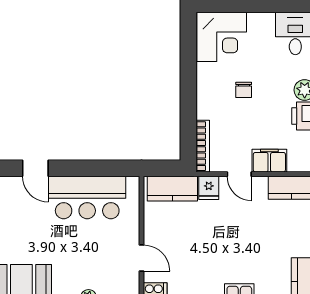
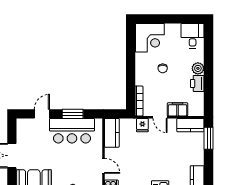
door: (35, 168) -> (42, 114), swing flipped
window: (88, 168) -> (73, 114), added
kitchen counter: (172, 189) -> (112, 133), moved, turned -90

